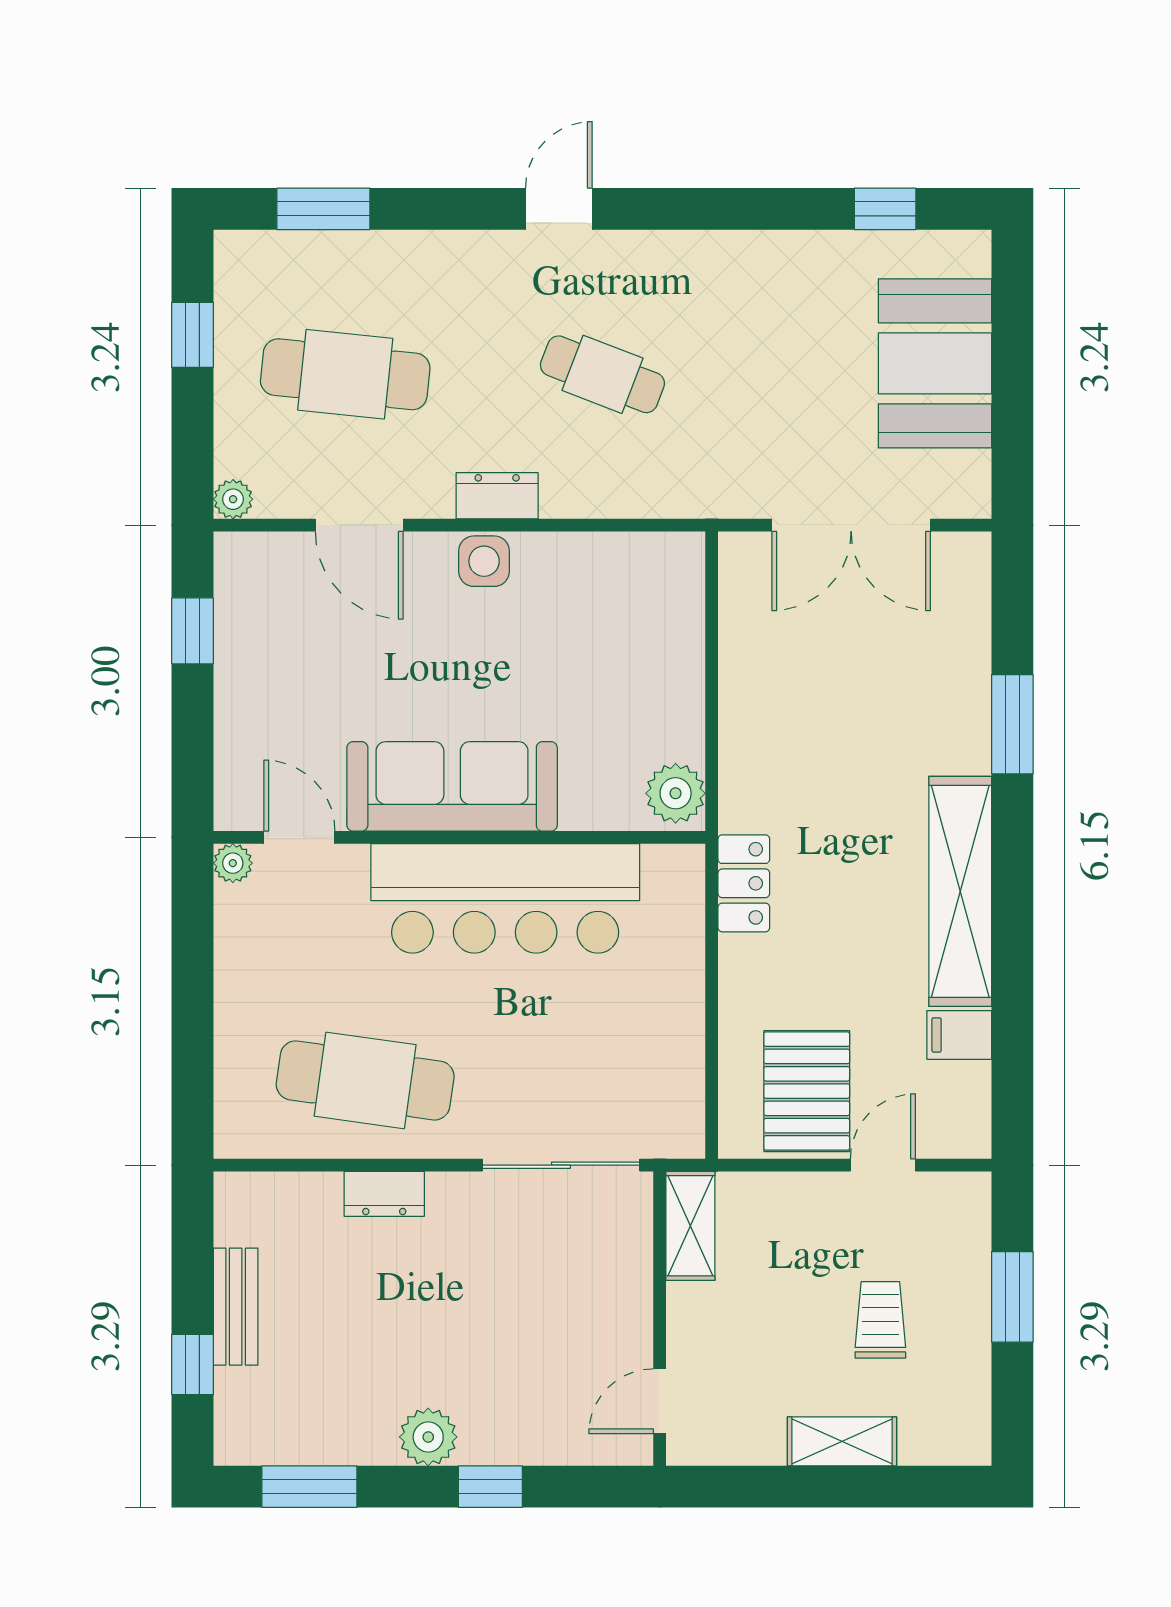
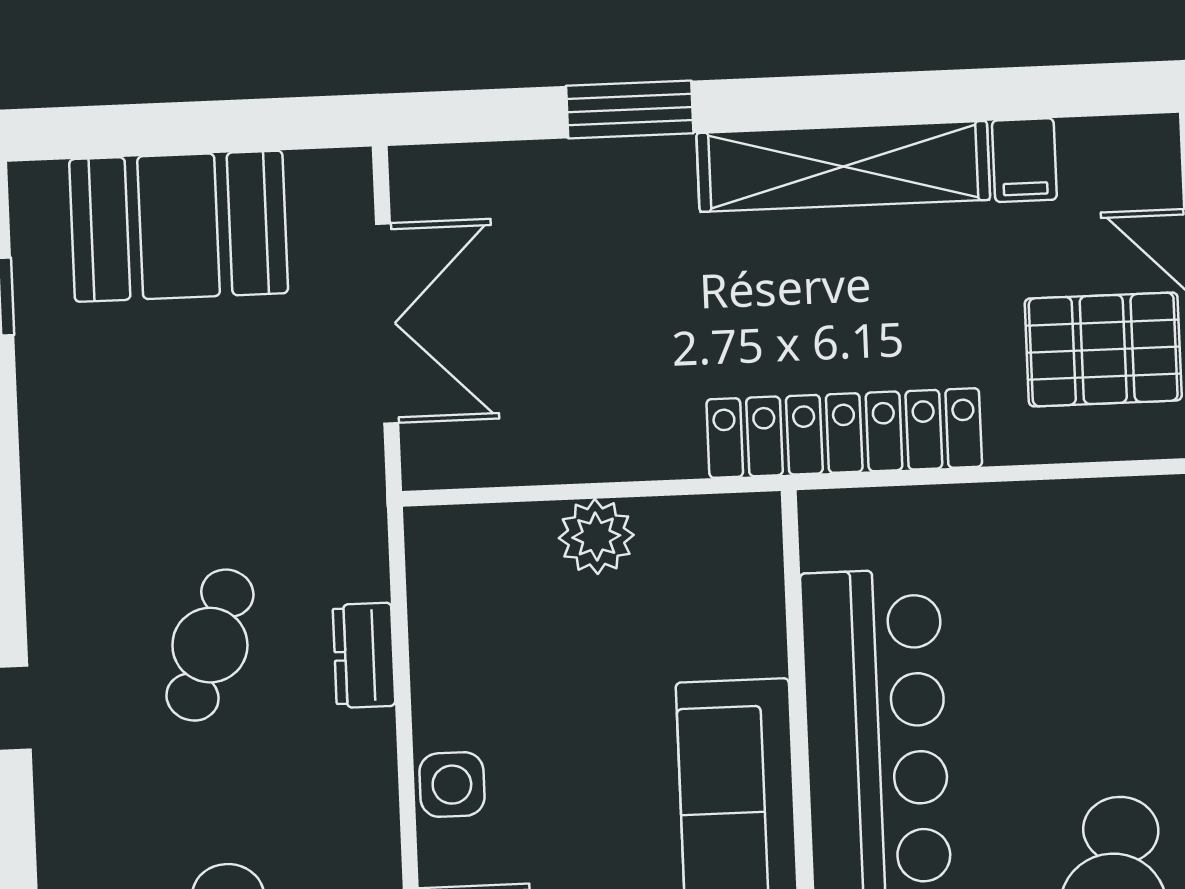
dresser: (497, 496) -> (364, 655), moved
plant: (676, 793) -> (596, 536), moved
locker: (744, 883) -> (844, 433), width x2.16, depth x1.21

